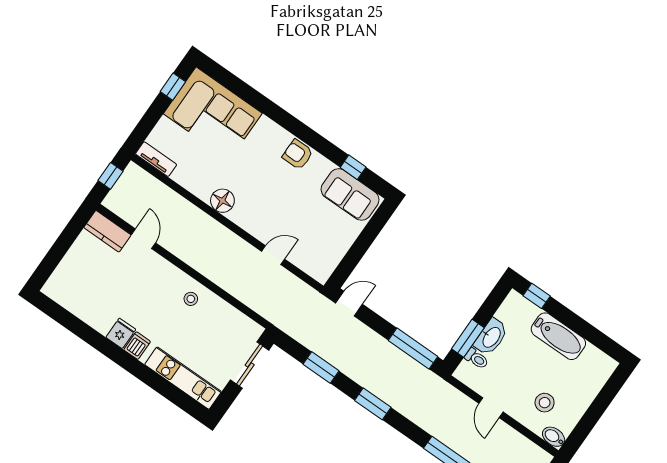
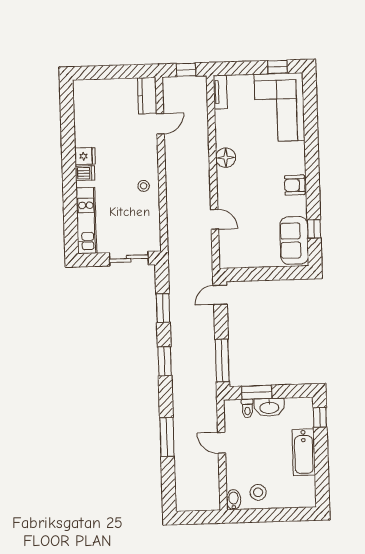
armchair: (298, 154) -> (295, 185), turned -90
door: (349, 304) -> (220, 295), swing flipped
stool: (545, 403) -> (258, 492), moved
door: (491, 408) -> (222, 443), hinge flipped

